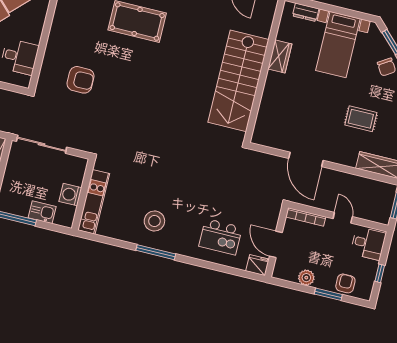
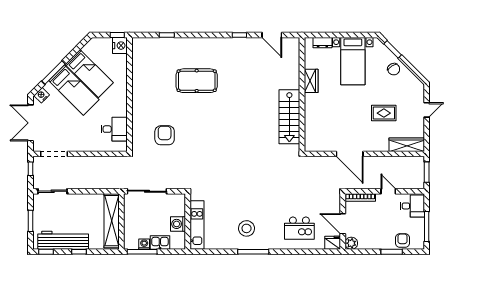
armchair: (81, 80) -> (165, 135), turned -90
stairs: (238, 81) -> (289, 117), width x0.73, depth x0.66
washing machine: (22, 210) -> (144, 244), added
window: (380, 273) -> (427, 227), width x2.17
plant: (306, 278) -> (351, 243), moved

